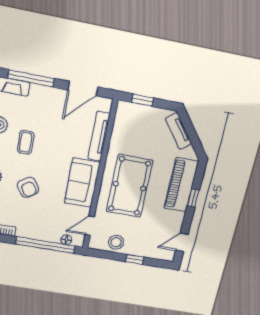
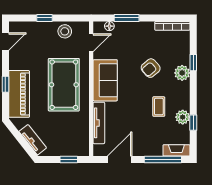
armchair: (28, 187) -> (151, 68), turned -98
window: (46, 245) -> (127, 18), width x0.47

